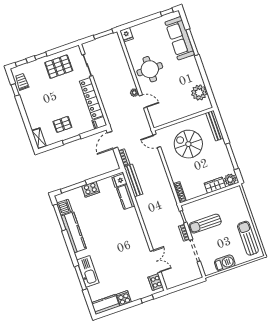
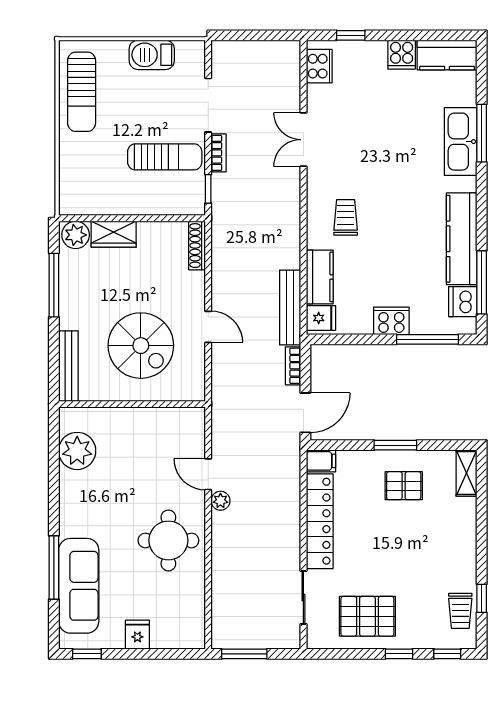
fridge: (126, 35) -> (137, 635), moved
door: (157, 141) -> (208, 327), moved
trolley: (124, 225) -> (346, 217), added
double door: (156, 262) -> (303, 140), moved

